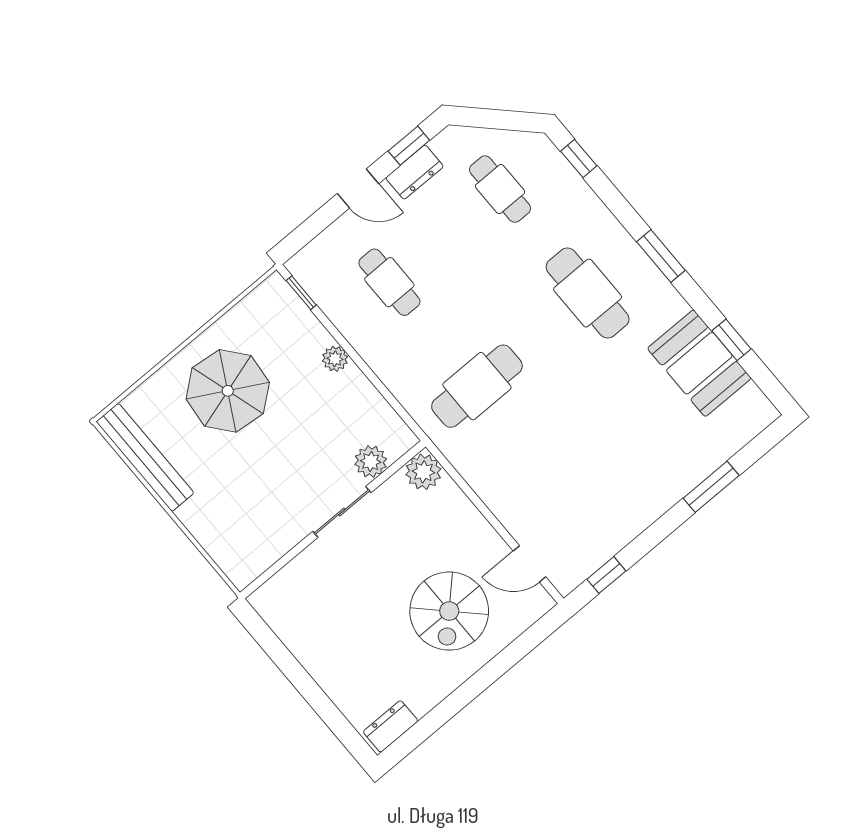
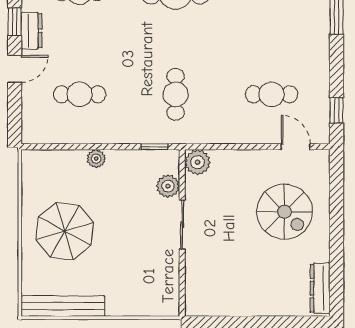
window: (301, 293) -> (154, 147), moved
cafe table: (477, 386) -> (176, 94), width x0.73, depth x0.74
cafe table: (565, 490) -> (272, 94), added
door: (529, 564) -> (296, 147), swing flipped
dresser: (391, 726) -> (320, 288), width x1.44

